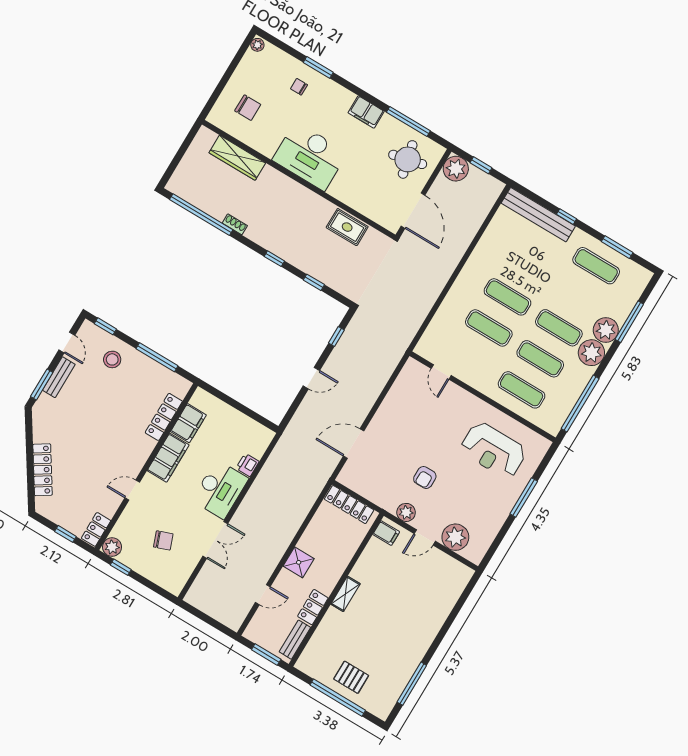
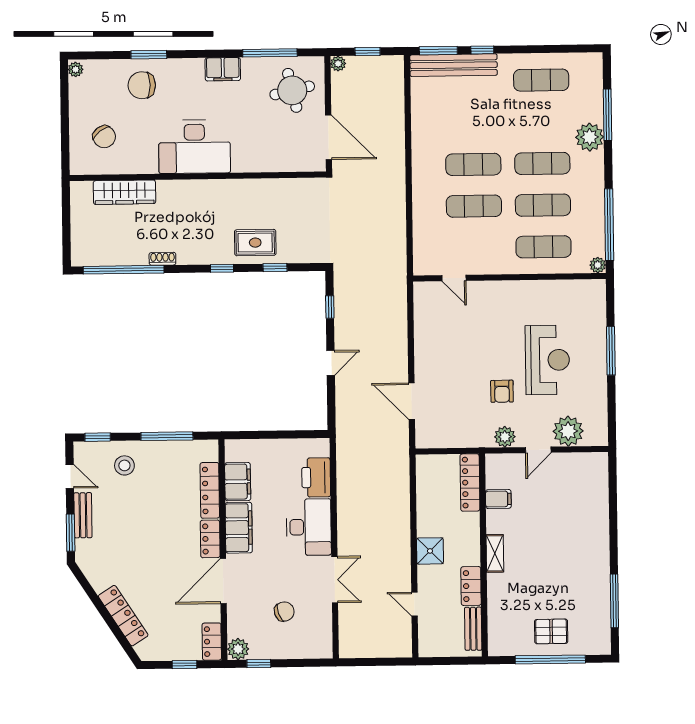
chair: (299, 87) -> (142, 85), width x1.87, depth x1.87
chair: (248, 108) -> (104, 137), turned 53
plant: (456, 169) -> (338, 64), width x0.53, depth x0.53
rug: (347, 227) -> (255, 243), moved
window: (617, 247) -> (438, 51), moved
plant: (591, 353) -> (598, 265), moved, width x0.53, depth x0.53
door: (354, 444) -> (412, 401), hinge flipped
reception desk: (493, 450) -> (547, 360), moved, turned -90
locker: (142, 453) -> (210, 539), added
printer: (247, 465) -> (316, 477), width x1.87, depth x1.48
door: (132, 490) -> (223, 581), width x1.87
locker: (349, 505) -> (470, 483), moved, turned 90
filing cabinet: (386, 533) -> (498, 499), moved
door: (263, 595) -> (415, 604), swing flipped
window: (266, 655) -> (454, 661), removed

